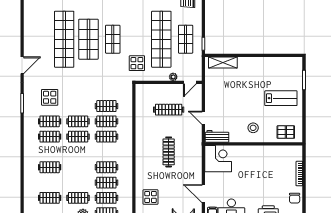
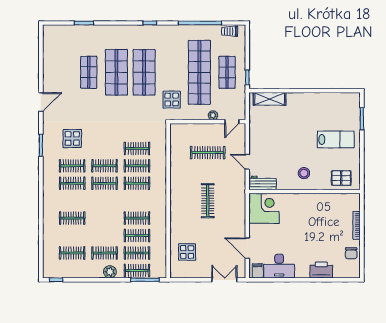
shop shelf: (64, 39) -> (89, 72), width x0.50, depth x0.74
shop shelf: (113, 39) -> (144, 72), width x1.43, depth x1.36

